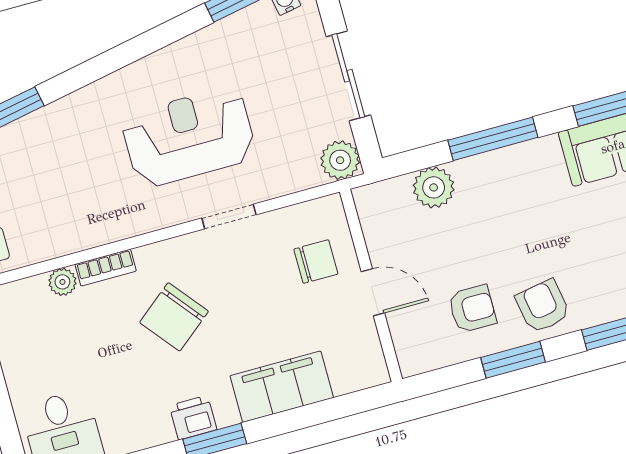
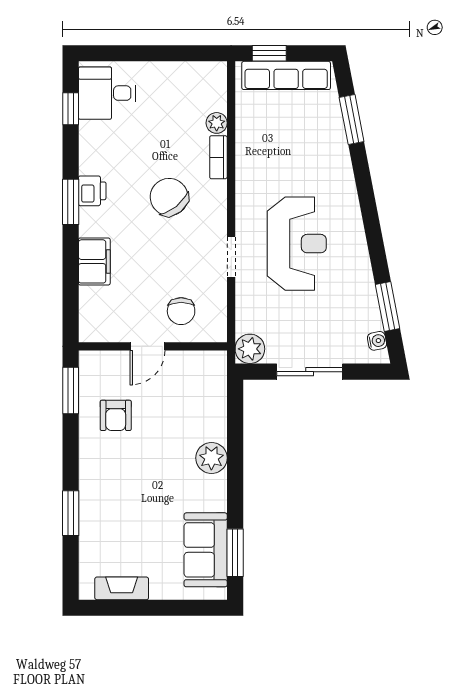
window: (493, 139) -> (235, 464), removed
plant: (434, 187) -> (211, 458), moved
armchair: (543, 306) -> (104, 467), removed
window: (513, 360) -> (71, 390), moved
filing cabinet: (282, 387) -> (94, 261), width x0.67, depth x0.86

